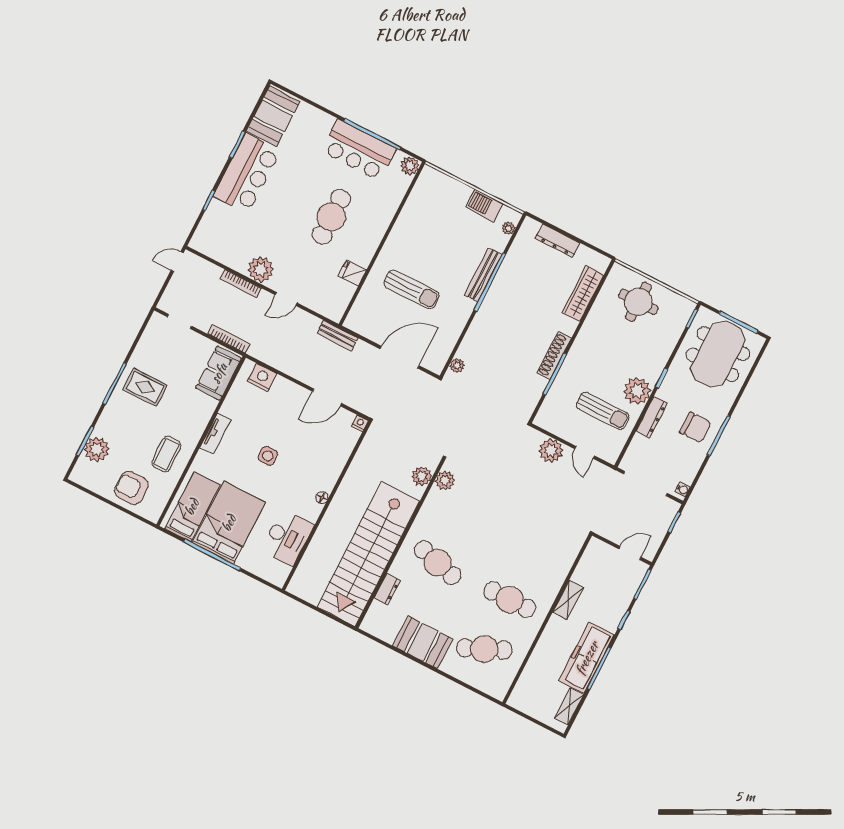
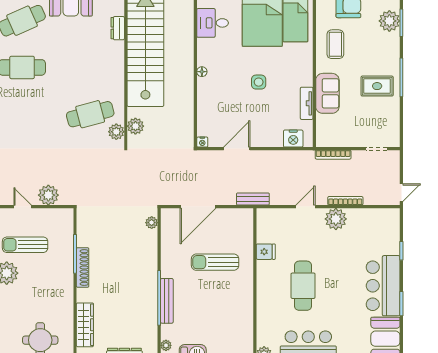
sofa: (219, 373) -> (327, 93), moved
tv unit: (215, 433) -> (307, 103), moved
desk: (287, 538) -> (213, 23), width x0.73
cafe table: (438, 563) -> (90, 114), moved, turned -30

